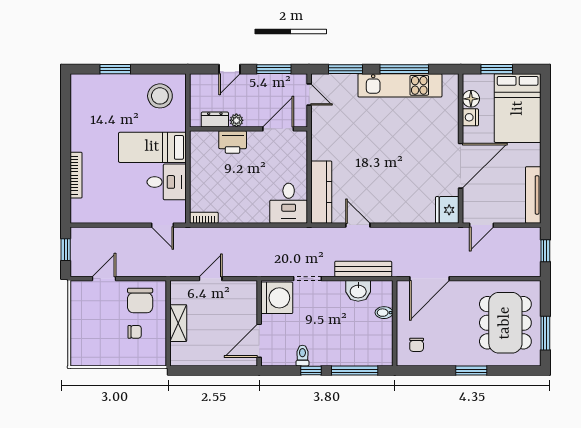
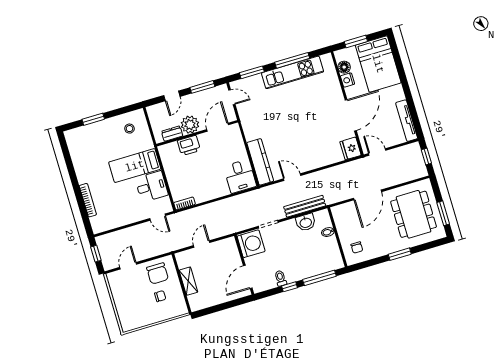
stool: (160, 96) -> (129, 129), width x0.53, depth x0.53
plant: (236, 120) -> (190, 125), width x1.87, depth x1.87
door: (482, 225) -> (377, 152), swing flipped
door: (429, 279) -> (367, 195), moved

